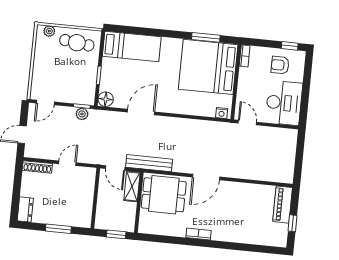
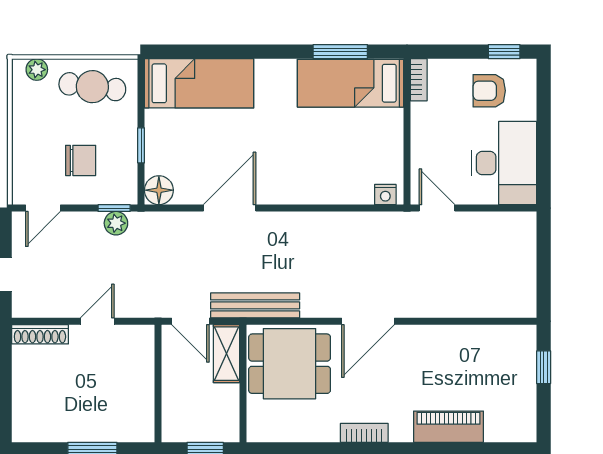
bed: (208, 67) -> (350, 83), width x0.49
chair: (67, 80) -> (81, 160), added
piano: (283, 205) -> (449, 427), moved, turned 90
dresser: (25, 209) -> (25, 419), removed
window: (292, 223) -> (544, 367), moved

